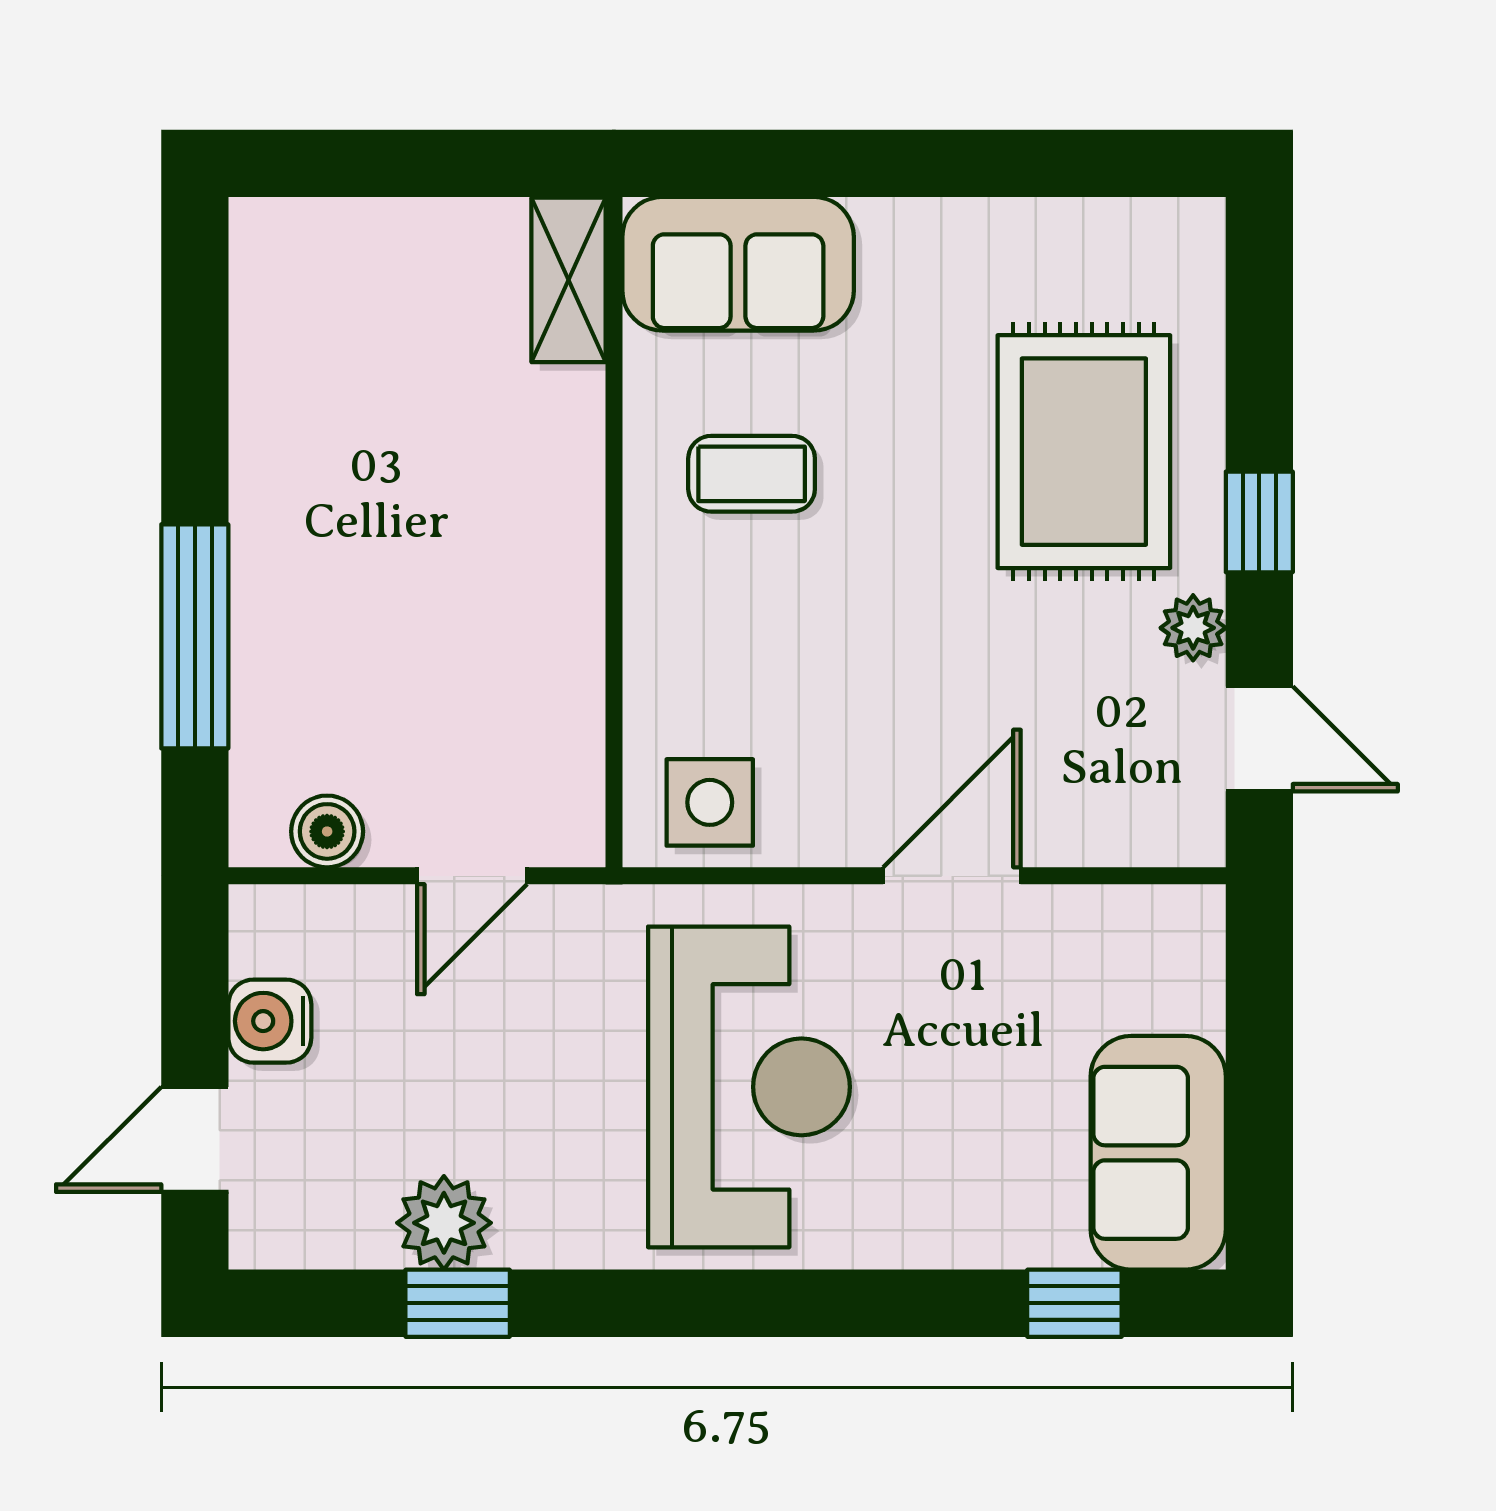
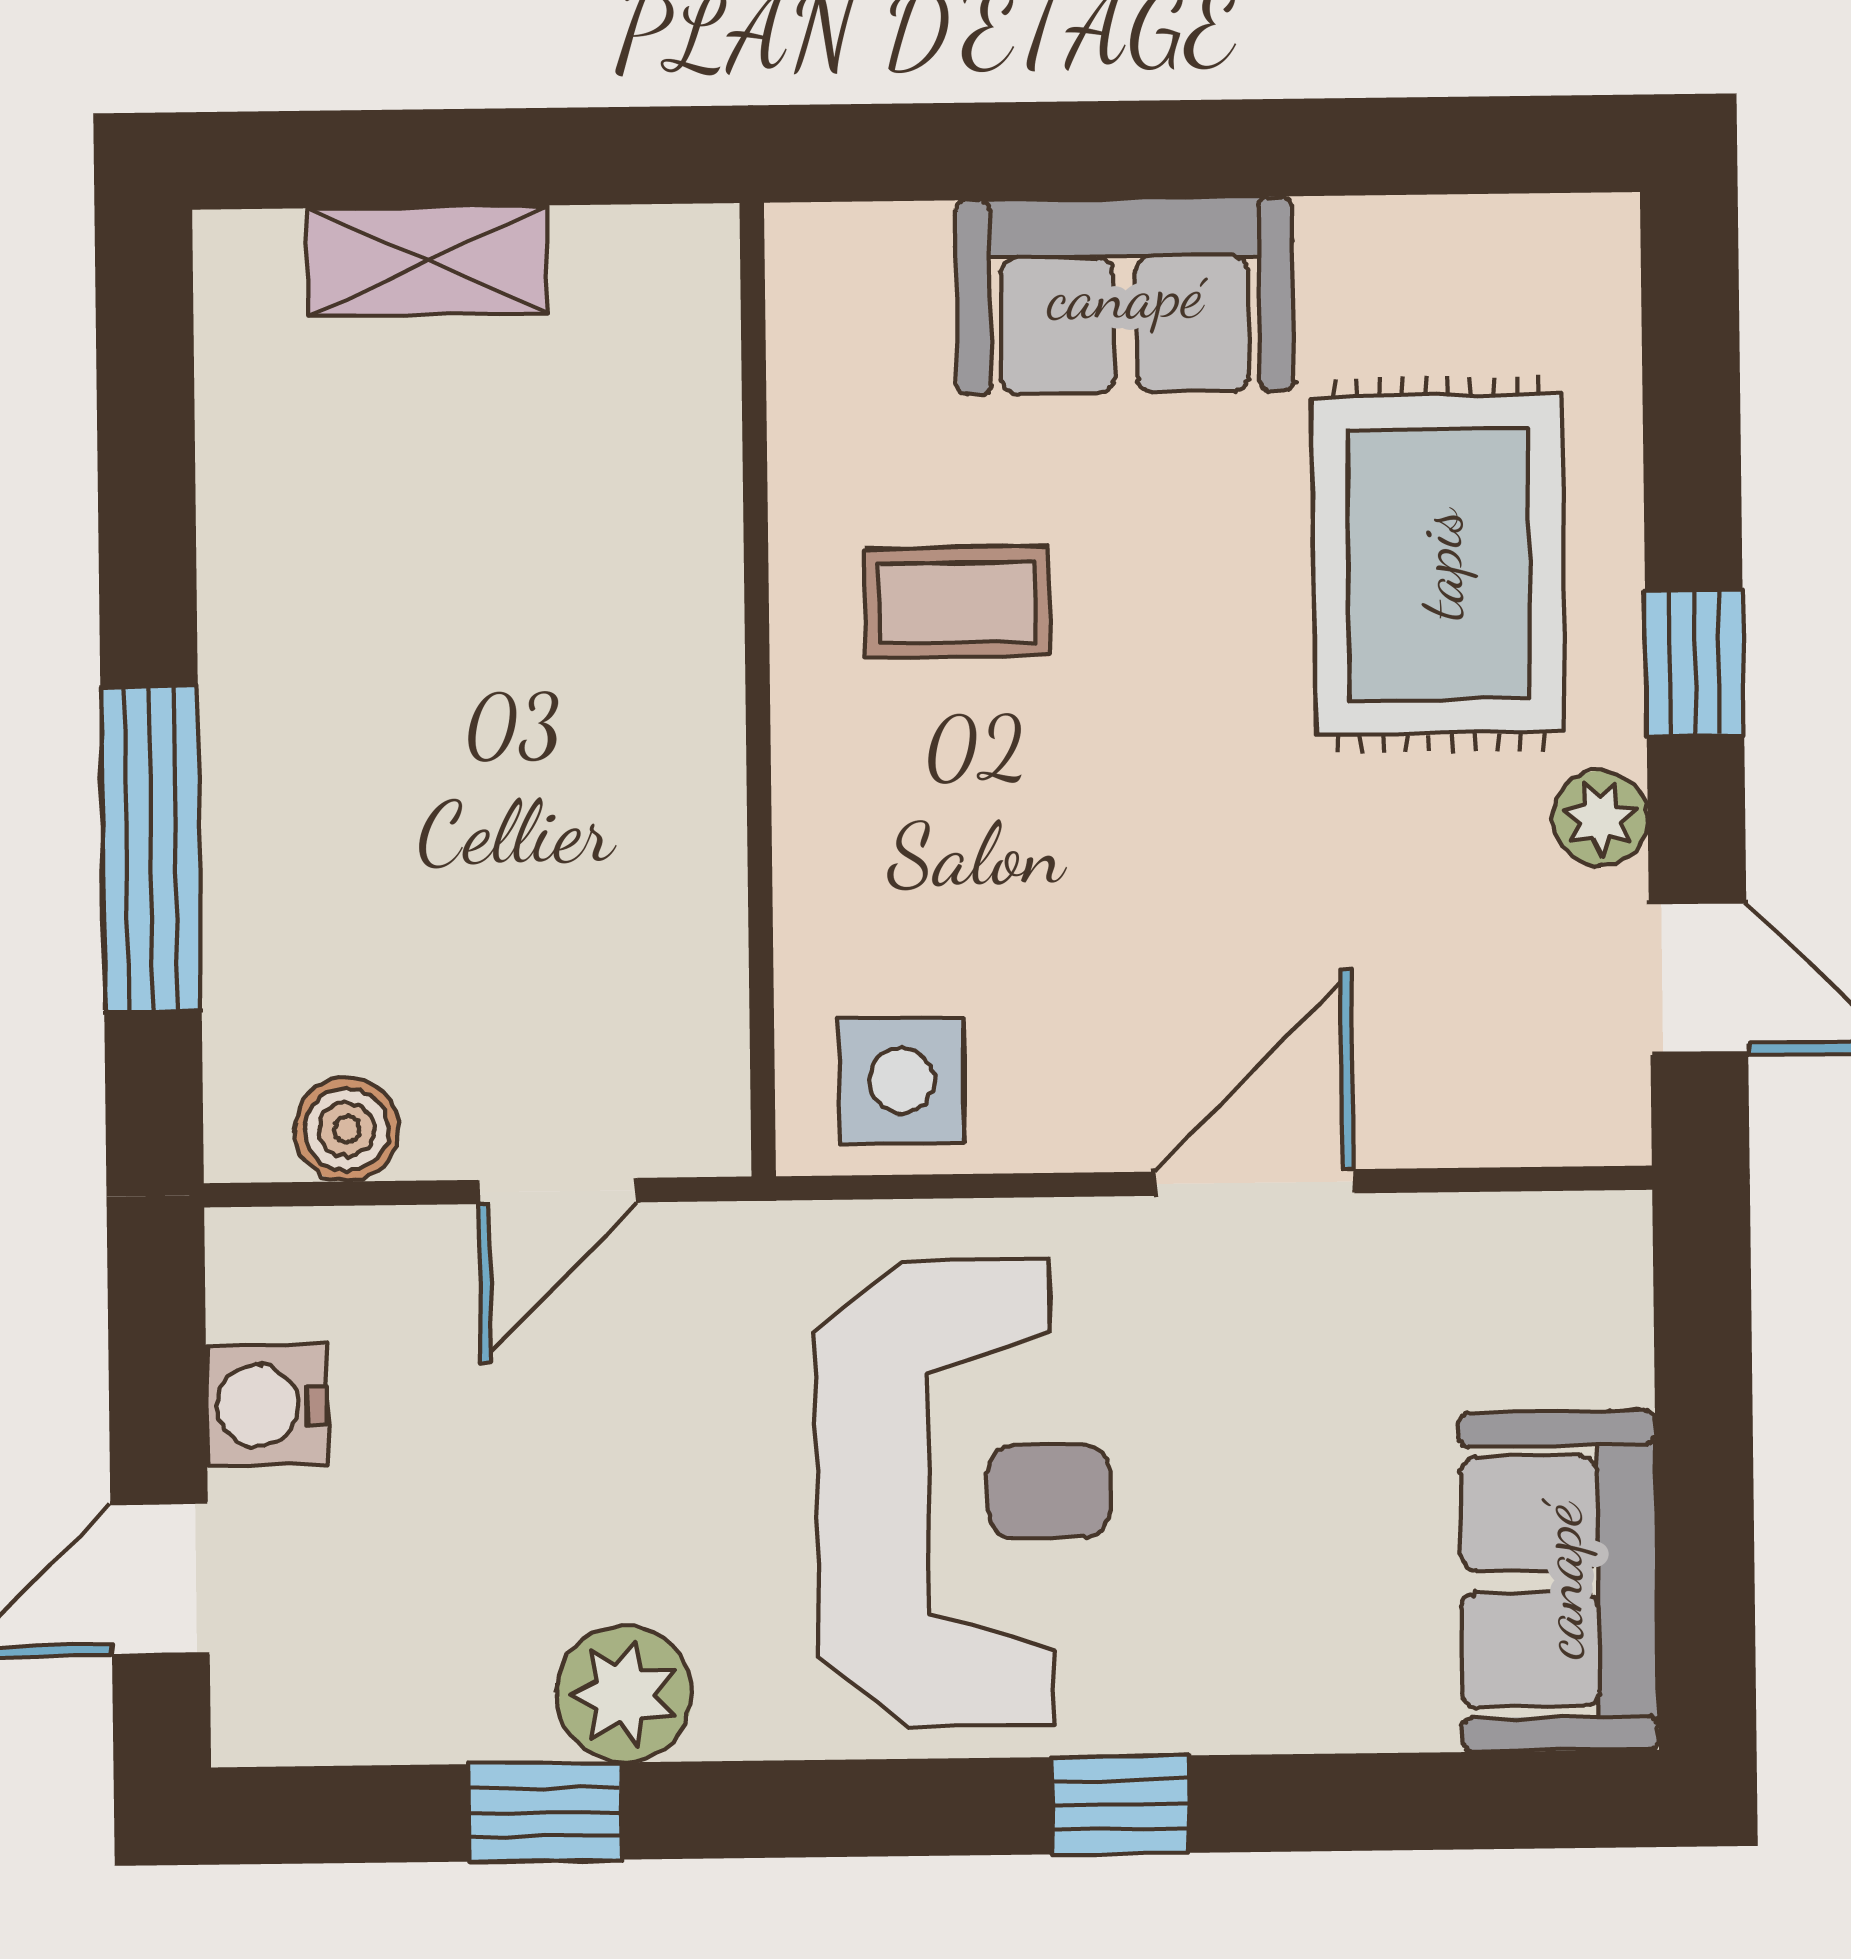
sofa: (738, 264) -> (1125, 295), moved
shelving: (568, 280) -> (427, 261), moved, turned 90
plant: (444, 1223) -> (624, 1694), moved
window: (1074, 1303) -> (1120, 1805), moved

